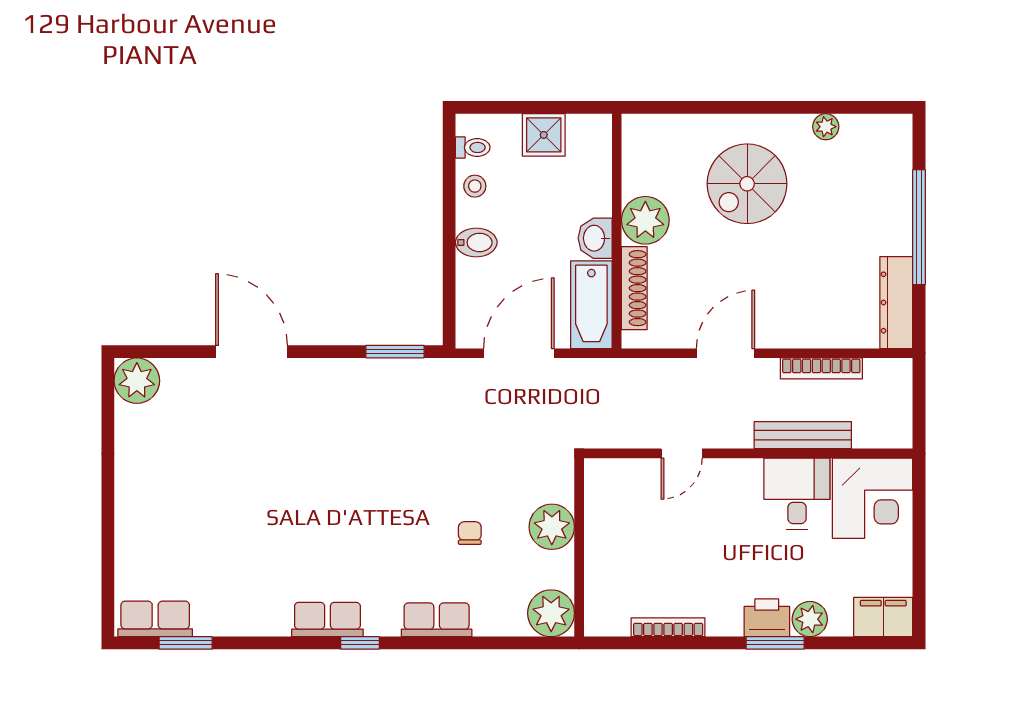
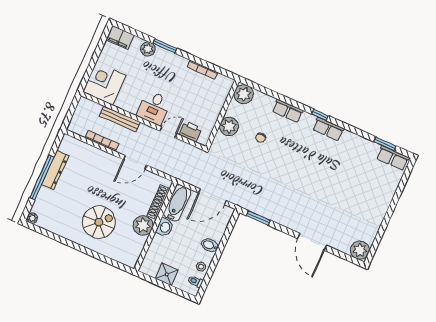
plant: (826, 127) -> (32, 218), moved
dresser: (896, 303) -> (55, 170), moved
desk: (797, 494) -> (154, 108), moved
printer: (767, 618) -> (190, 132), moved, turned 180

